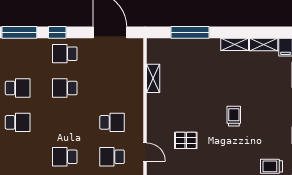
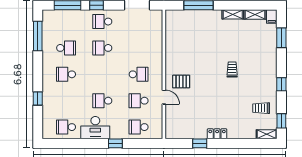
shelving: (153, 78) -> (170, 41), removed
school desk: (18, 122) -> (66, 74), turned 180
pallet: (186, 140) -> (181, 81), moved

